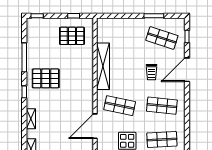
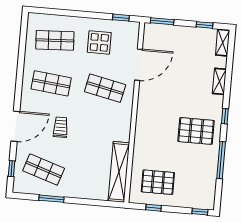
shelving: (103, 66) -> (119, 172), moved

